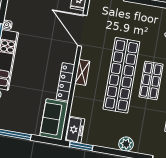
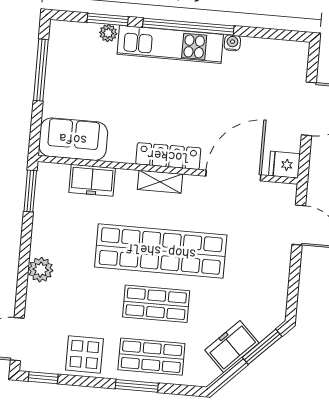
locker: (65, 82) -> (168, 156), moved
freezer: (75, 130) -> (92, 180), moved

